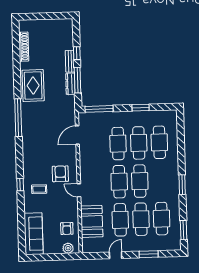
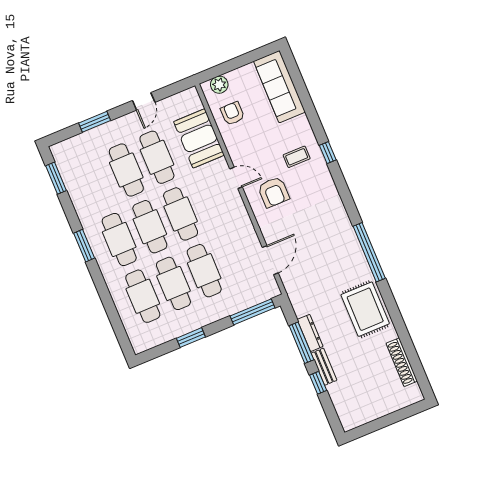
cafe table: (162, 219) -> (119, 240), moved

